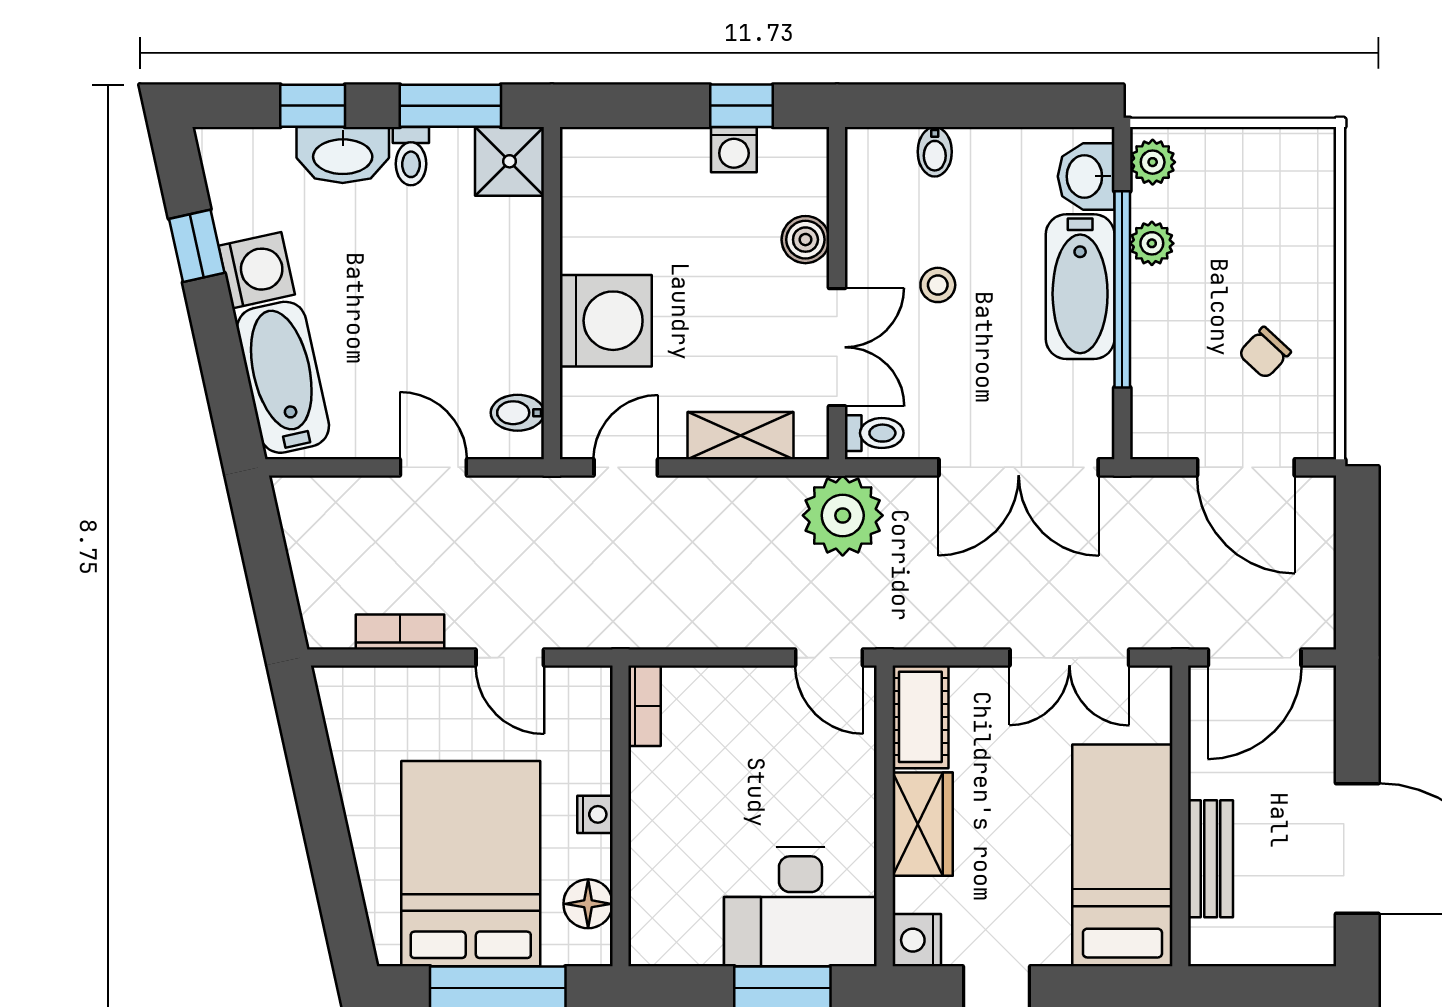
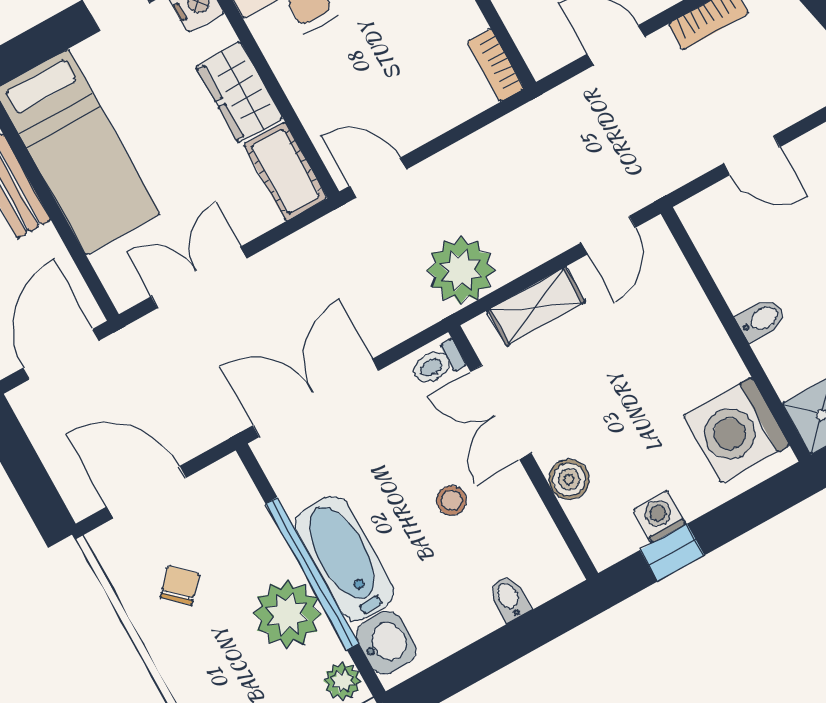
plant: (1152, 243) -> (287, 614), width x1.87, depth x1.87
washing machine: (606, 321) -> (737, 430), moved
bidet: (517, 413) -> (761, 320), moved
plant: (843, 515) -> (461, 270), moved

